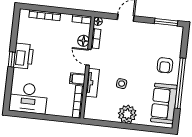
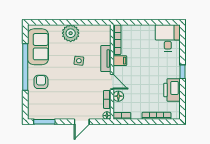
printer: (23, 56) -> (172, 90), moved
desk: (28, 98) -> (168, 38), width x0.73

